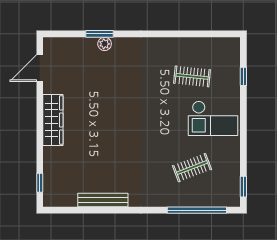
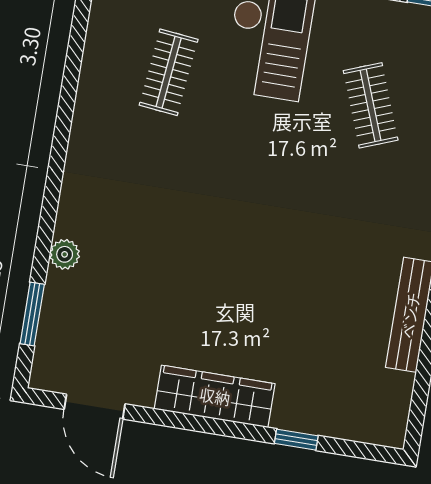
window: (100, 34) -> (32, 314), moved
window: (40, 183) -> (296, 440), moved

